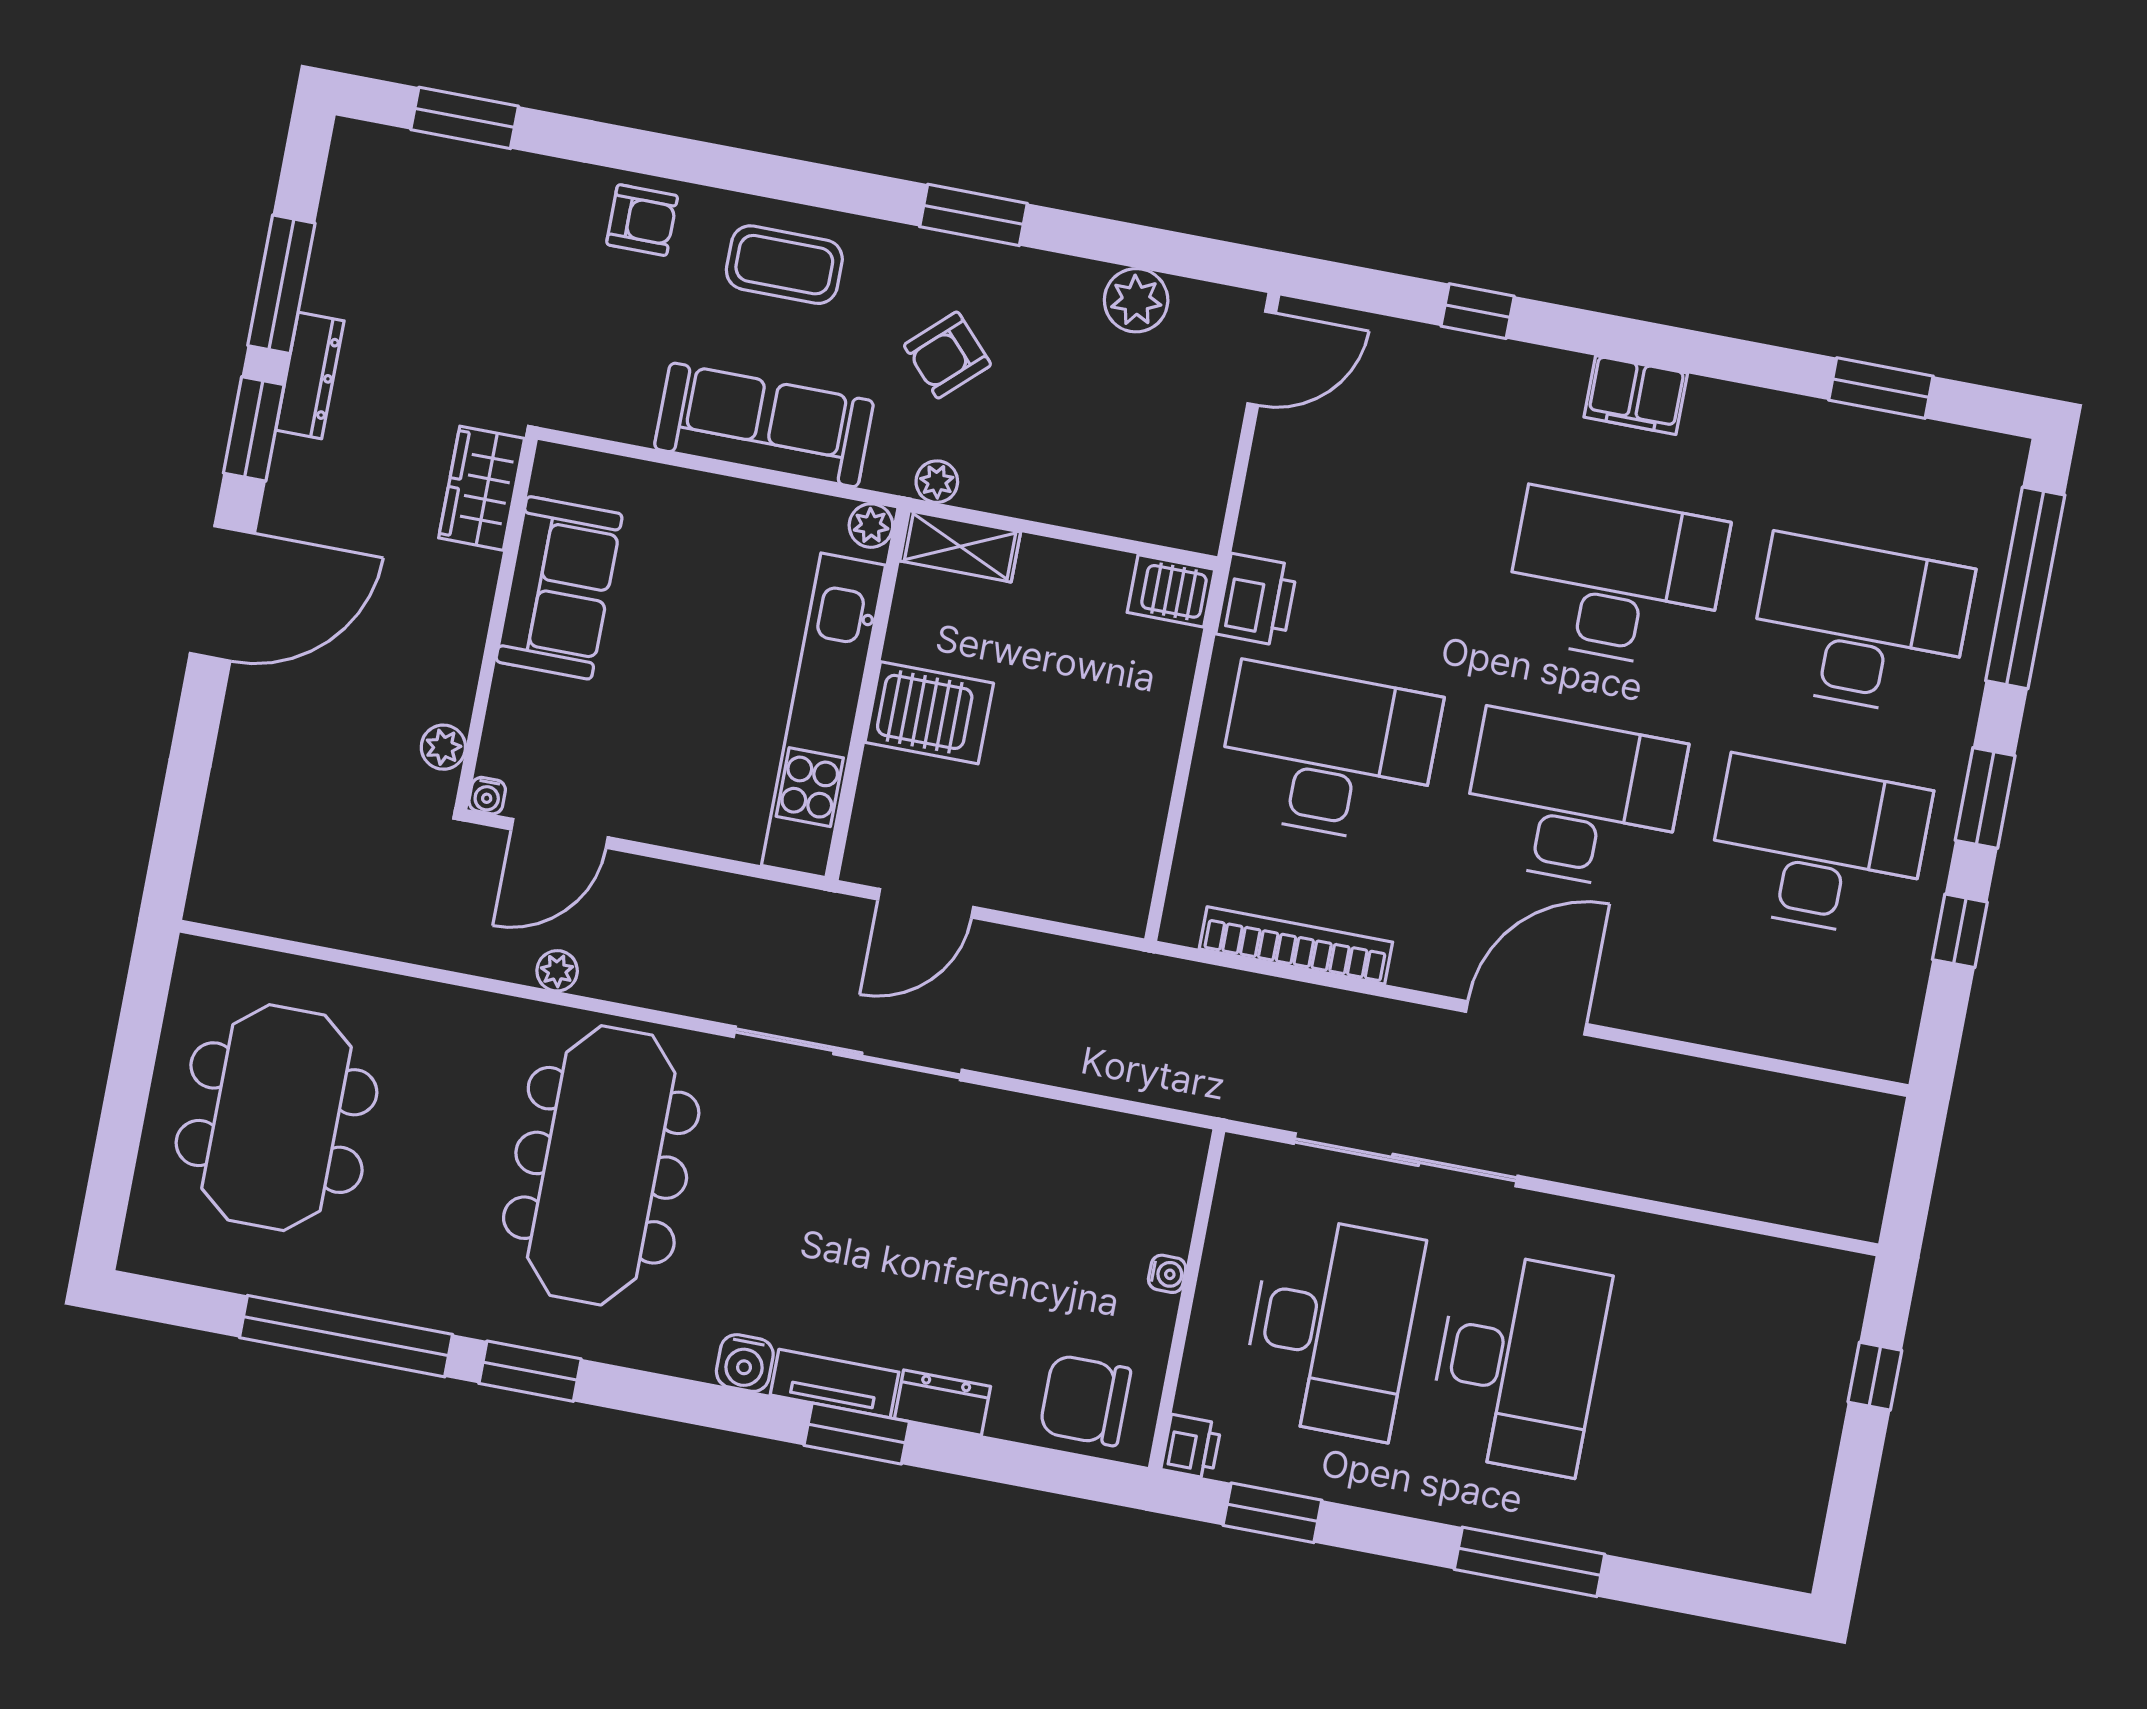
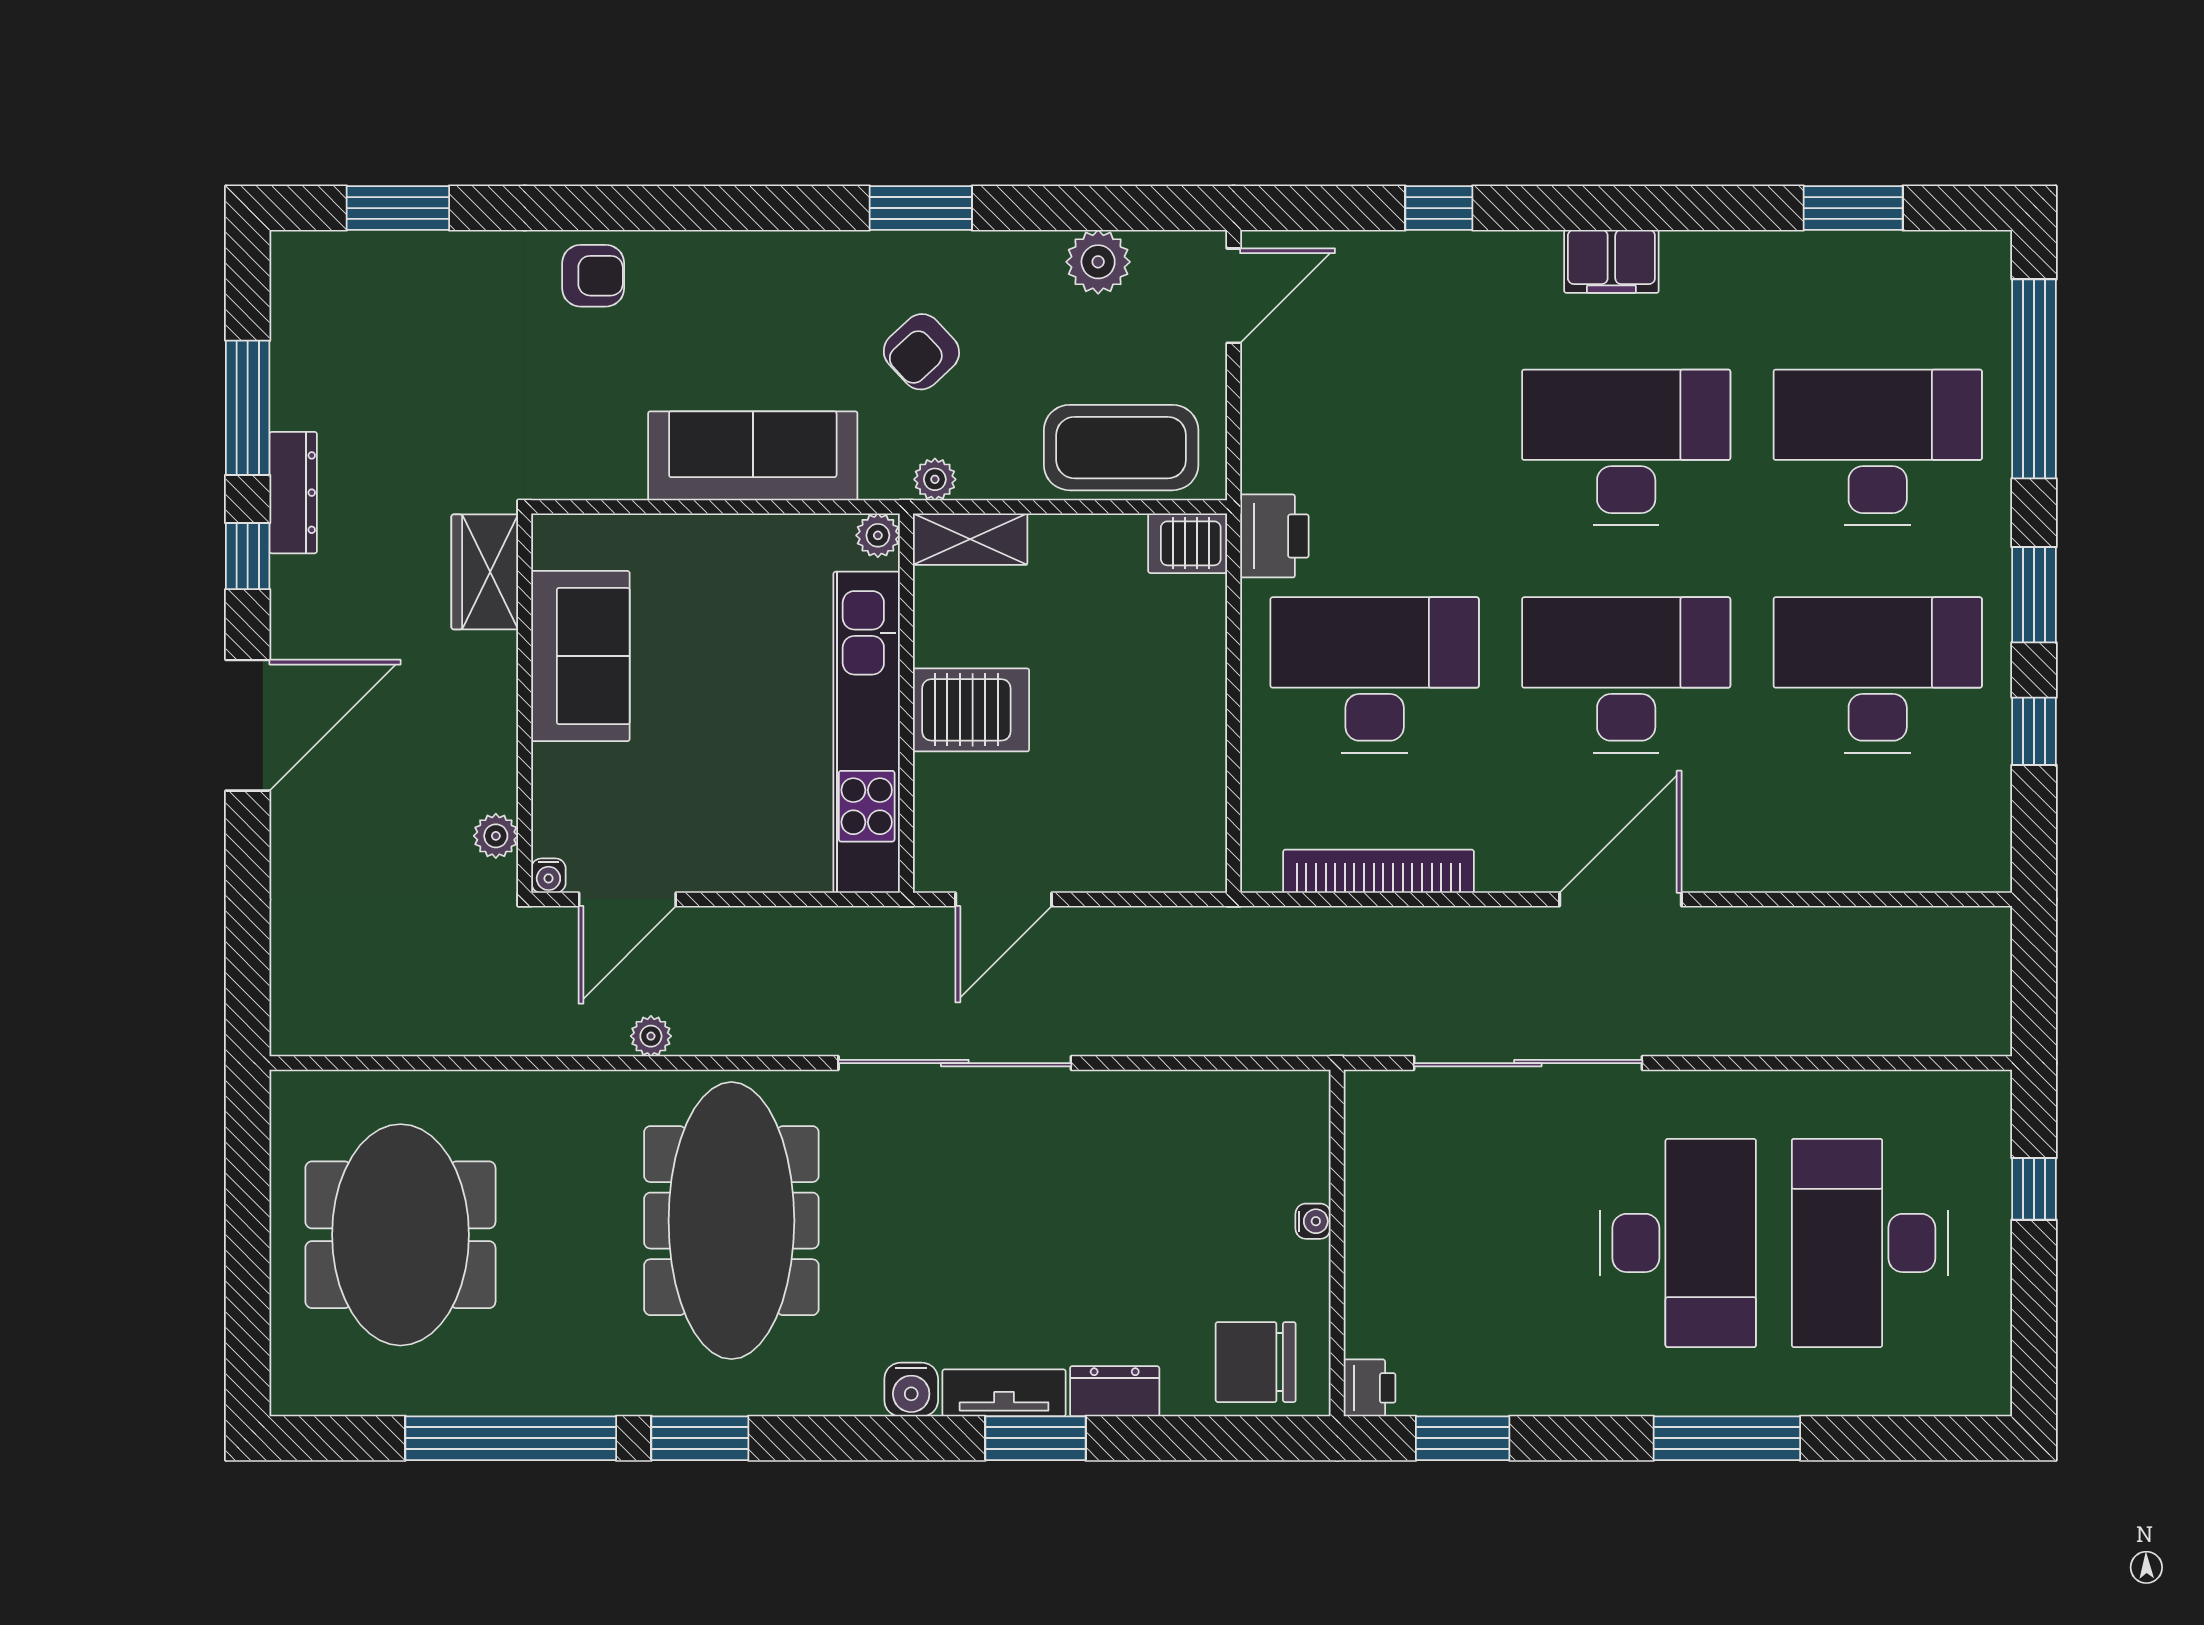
coffee table: (784, 265) -> (1121, 448), moved, width x1.36, depth x1.32
window: (254, 429) -> (248, 556), width x0.67
desk: (1332, 1327) -> (1870, 1243), moved, turned 180

